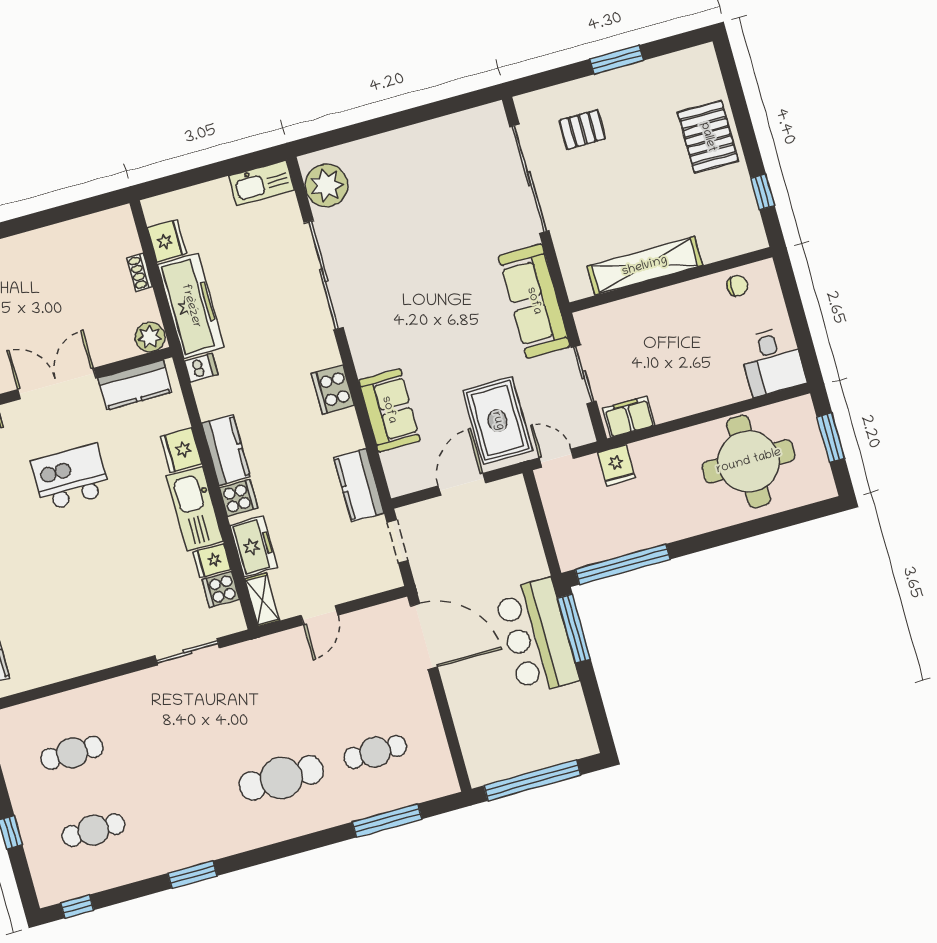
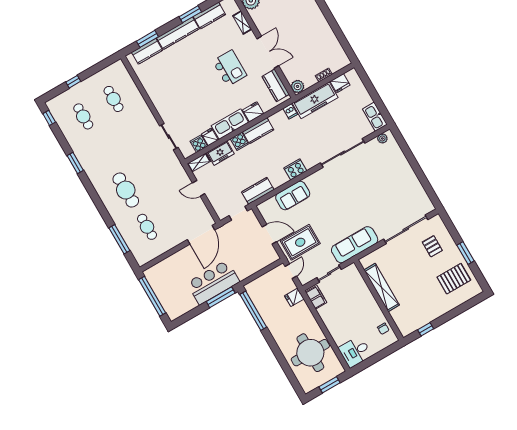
pallet: (708, 137) -> (454, 279), moved
plant: (326, 185) -> (382, 138), width x0.53, depth x0.53

